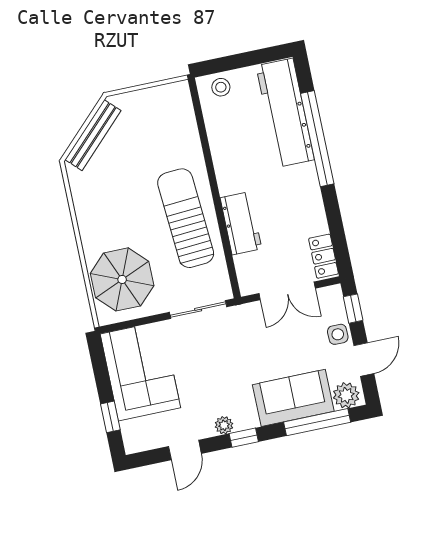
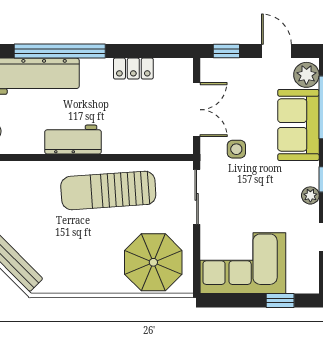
workbench: (241, 223) -> (73, 140), moved
locker: (323, 256) -> (133, 69), moved
side table: (338, 334) -> (236, 149), moved

